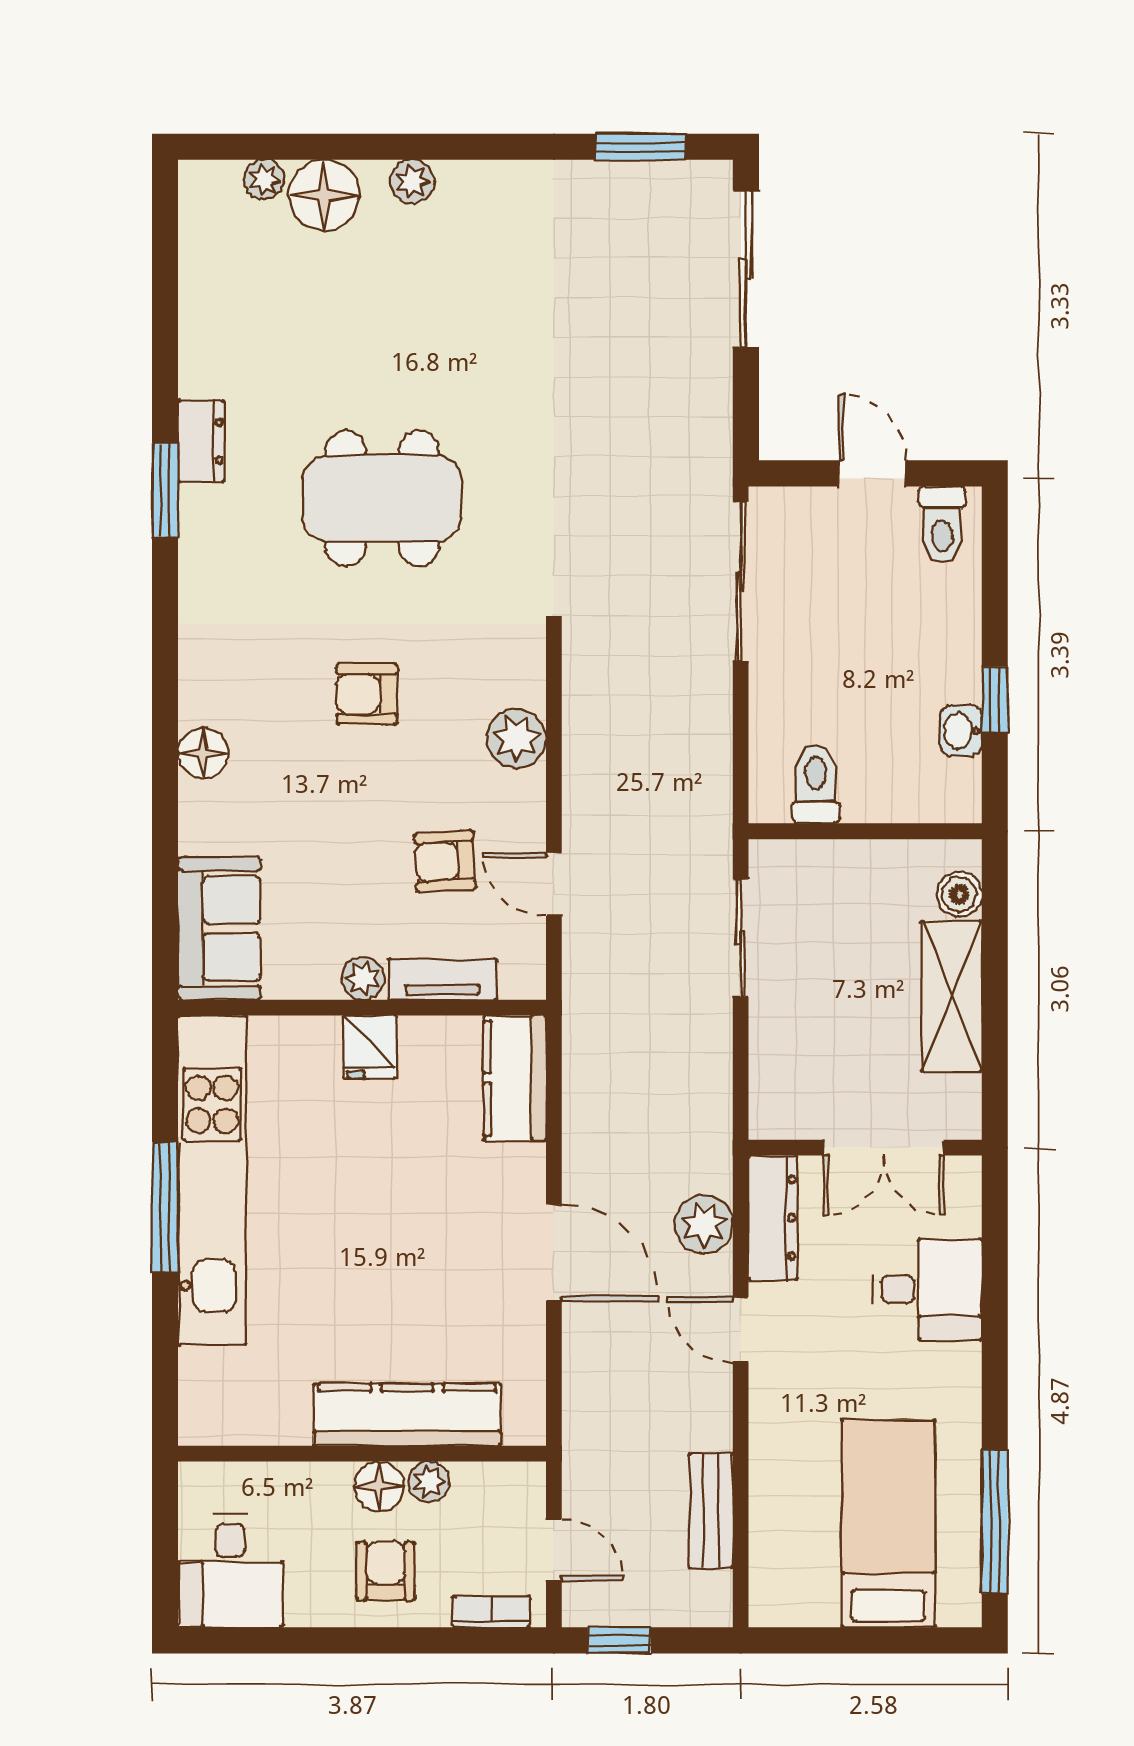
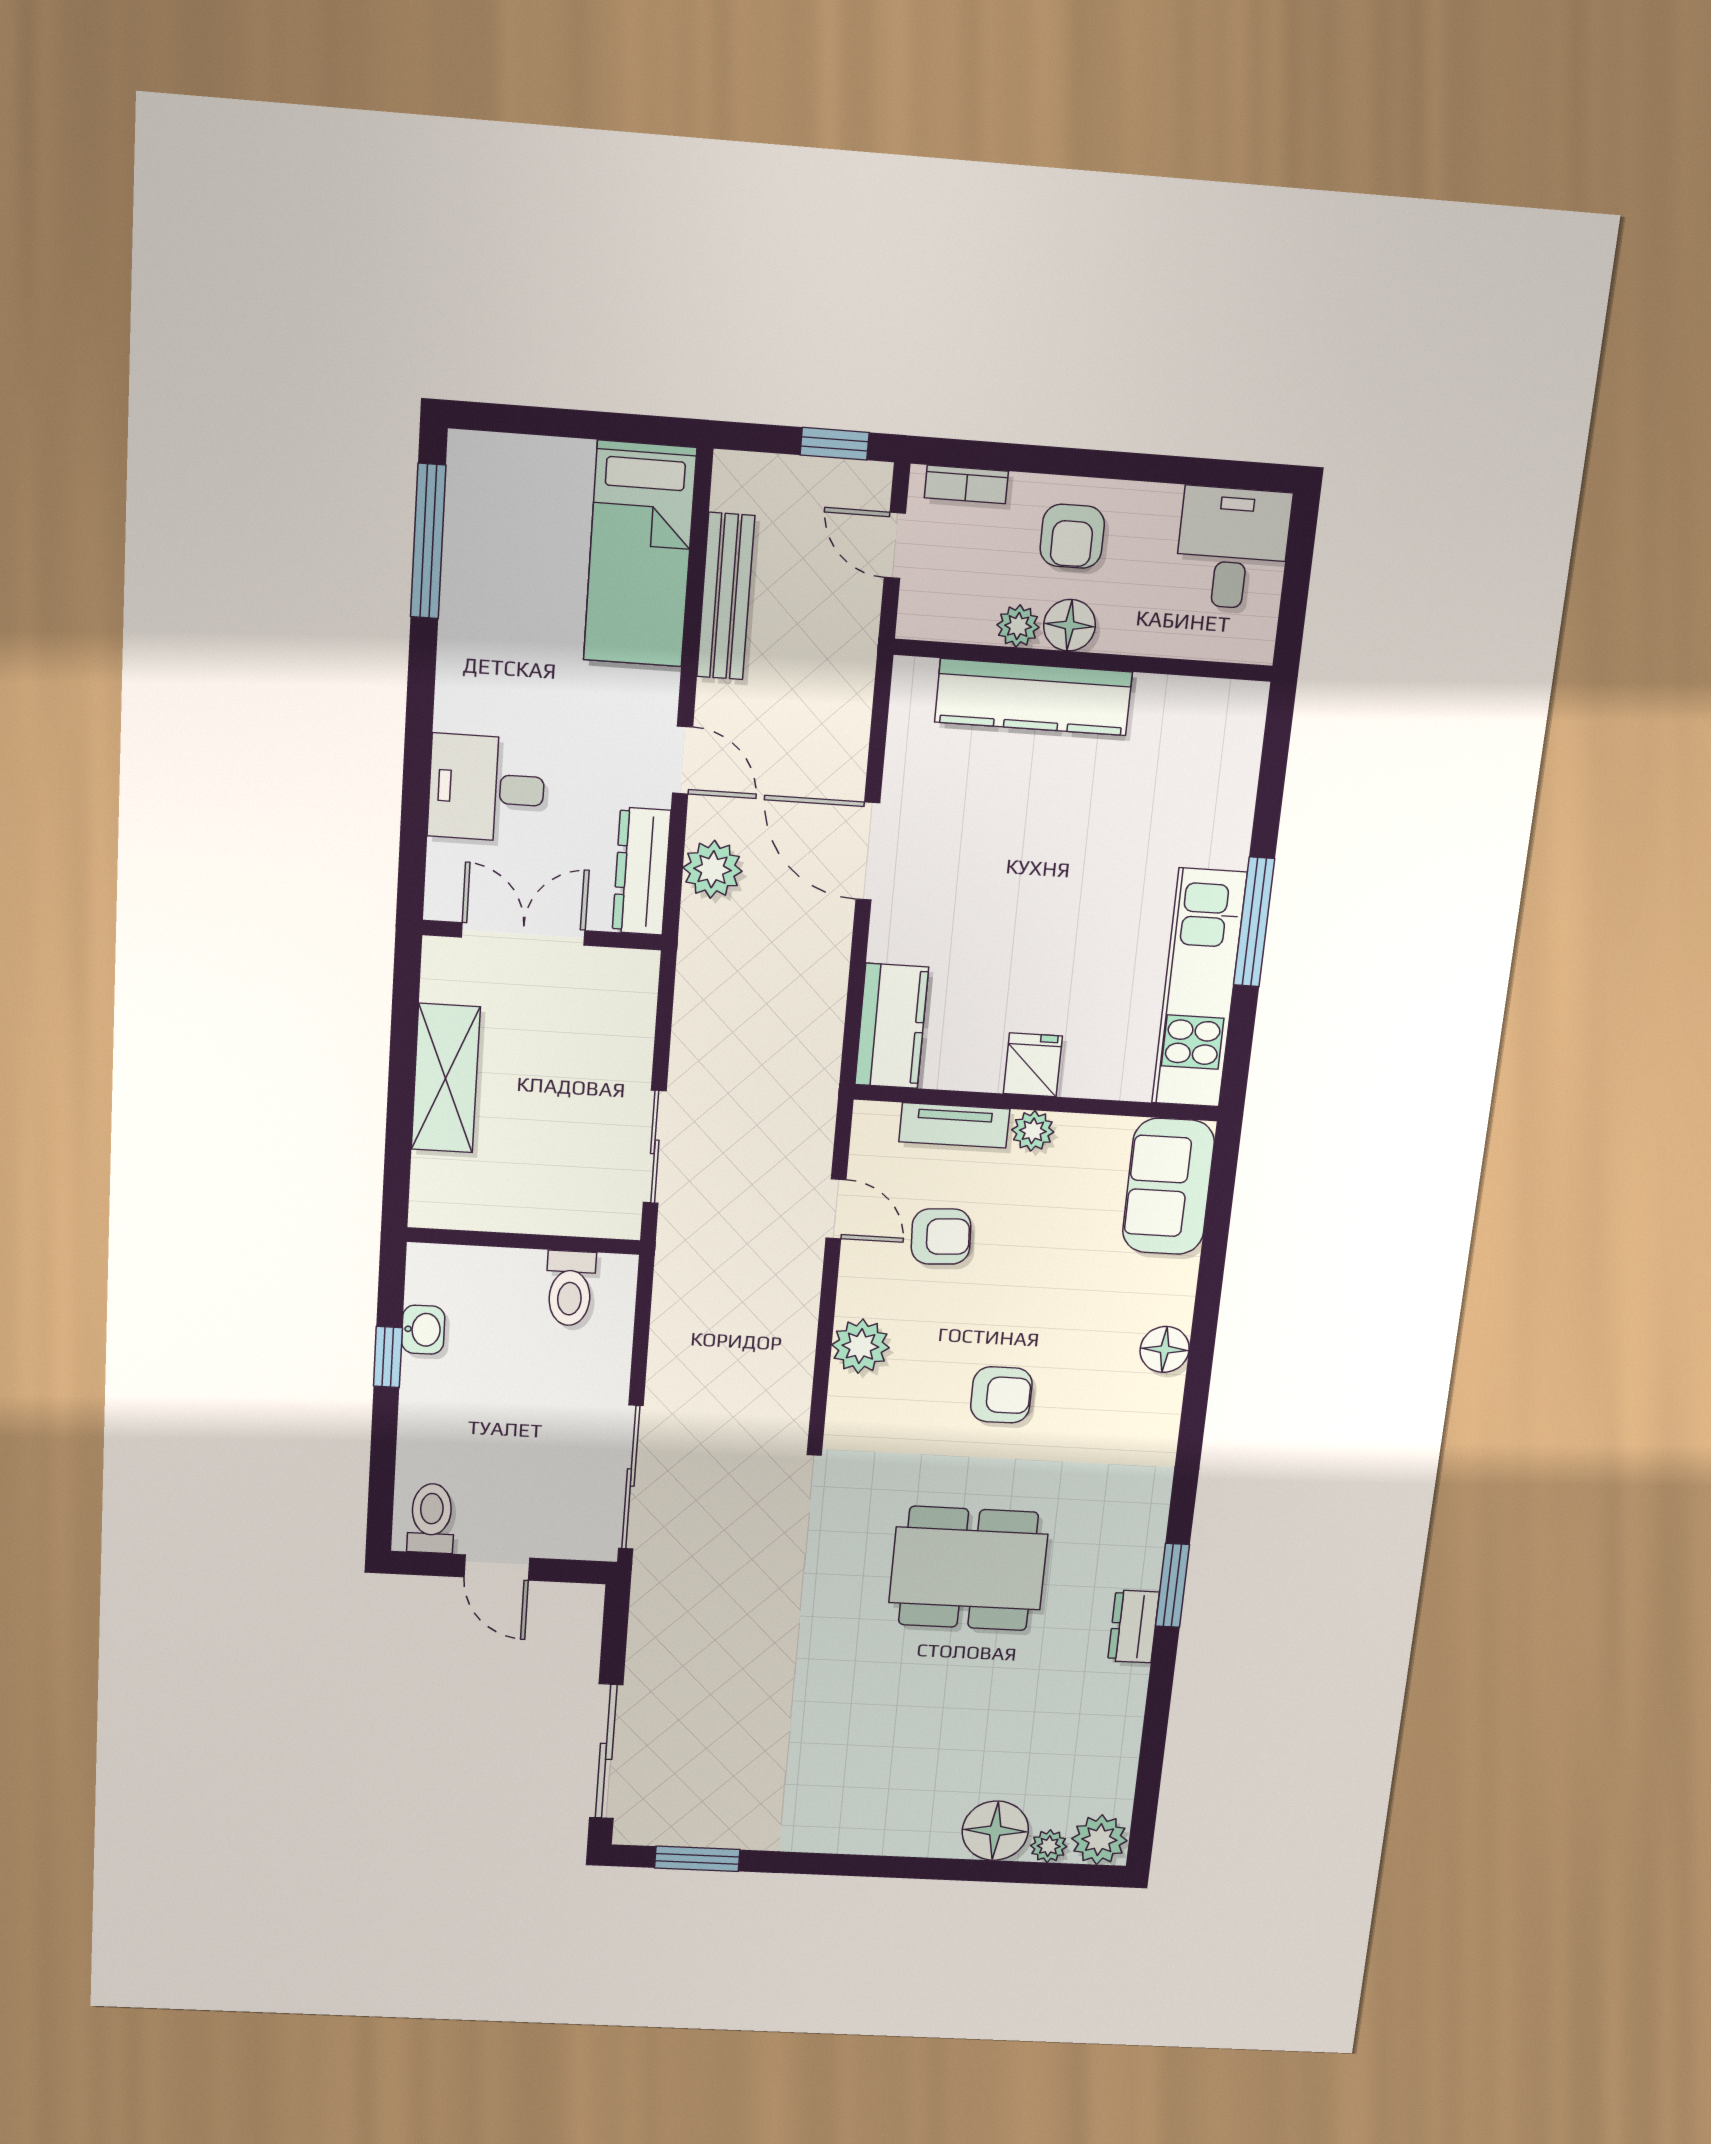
plant: (412, 182) -> (1099, 1840), moved, width x1.38, depth x1.38
boiler: (959, 894) -> (433, 1176), removed
kitchen unit: (212, 1180) -> (1199, 988), width x0.73
bench: (711, 1511) -> (726, 596), width x1.36
bed: (888, 1524) -> (640, 554), moved

